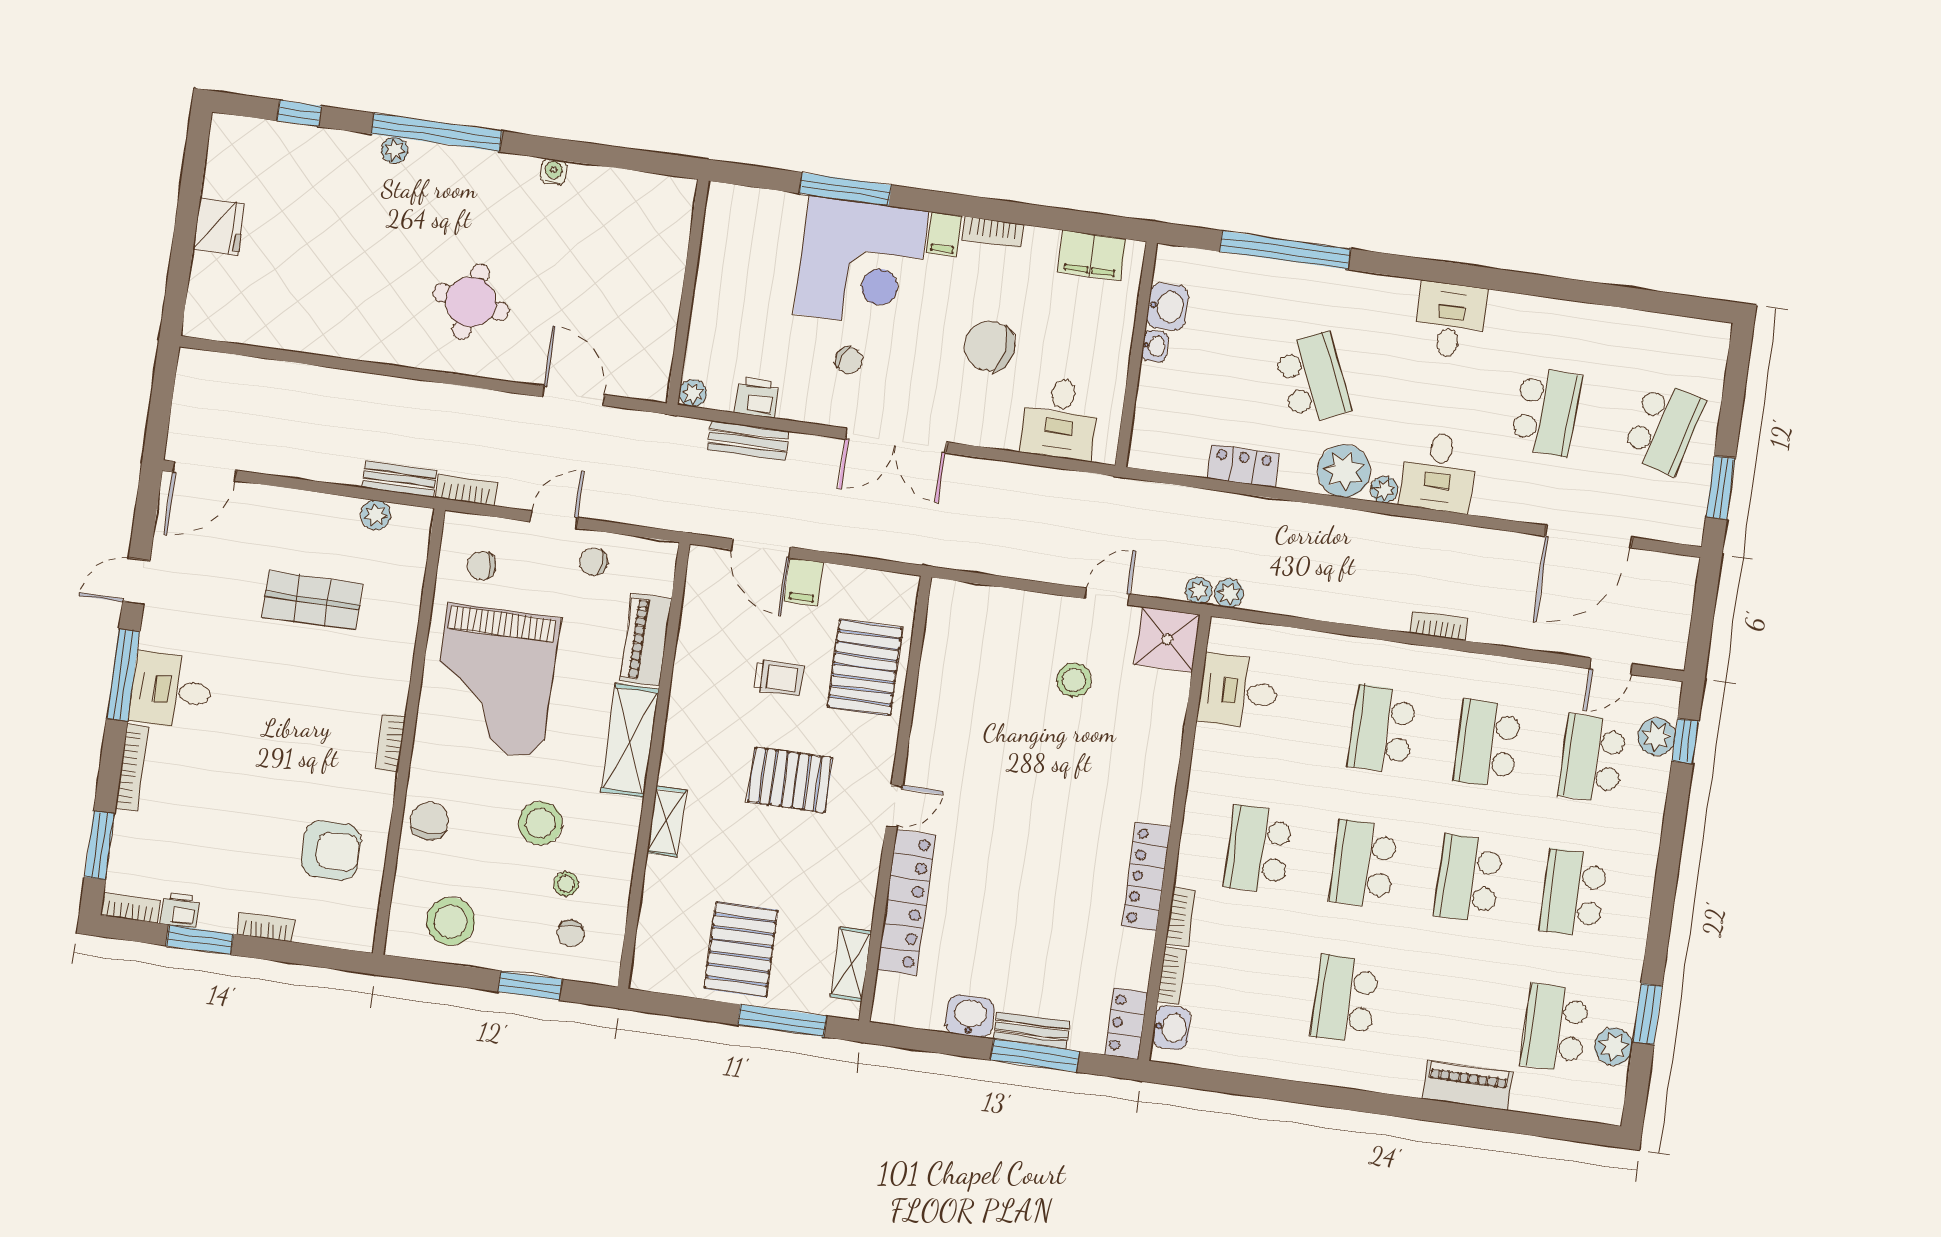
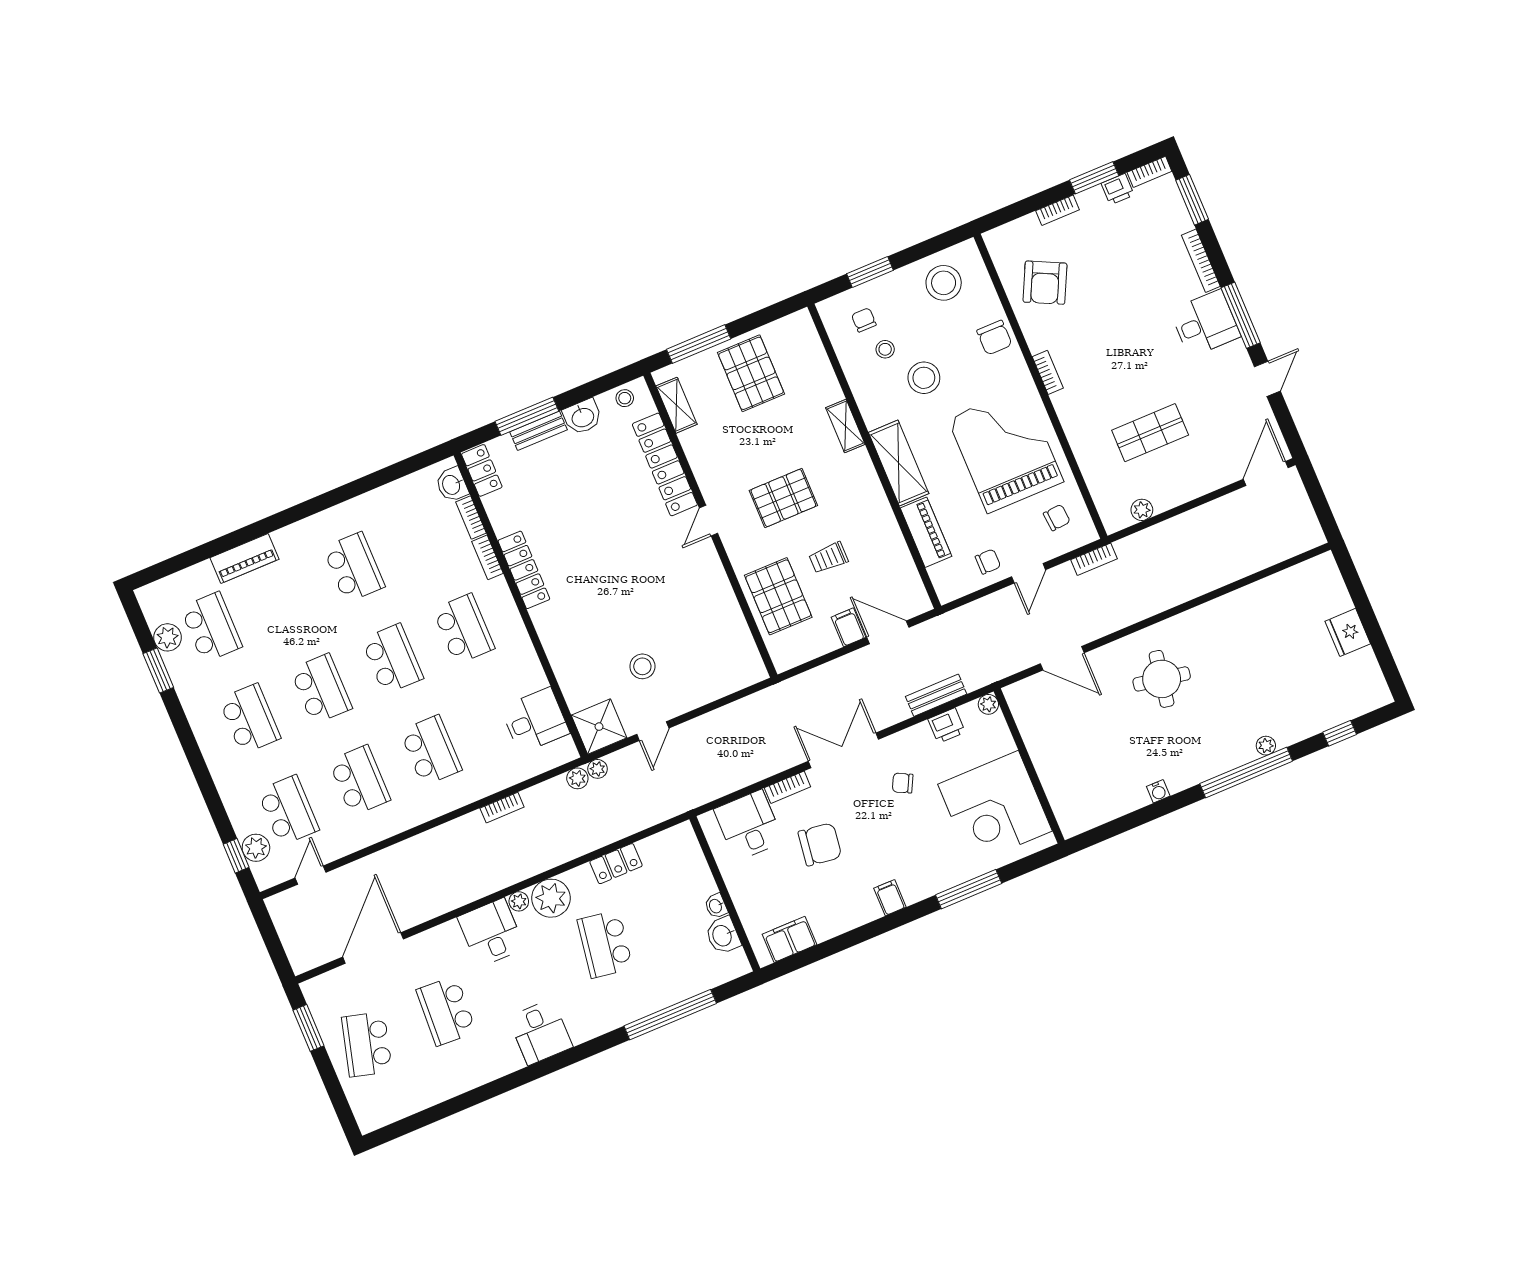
bookcase: (993, 232) -> (787, 787), moved, turned 180
corner desk: (861, 263) -> (995, 808), moved, turned -90
school desk: (1312, 379) -> (605, 944), turned 33
bench: (399, 479) -> (1140, 541), removed
bookcase: (1439, 626) -> (502, 808), moved
armchair: (331, 851) -> (1045, 283), turned -64
stool: (907, 1009) -> (625, 398), added

